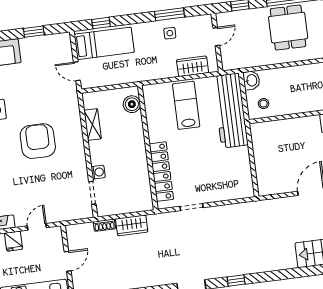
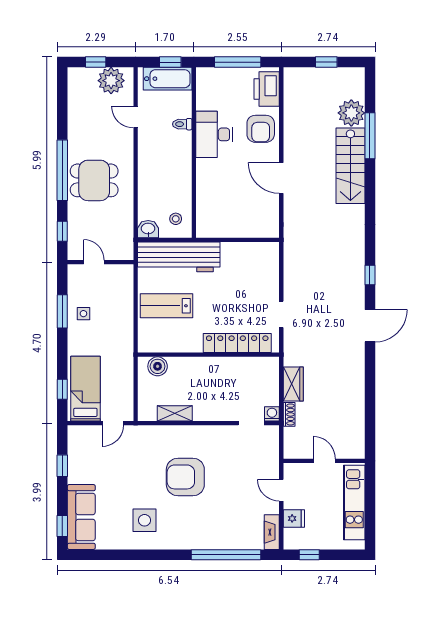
wardrobe: (193, 66) -> (124, 293), removed
washing machine: (98, 172) -> (272, 414), moved

